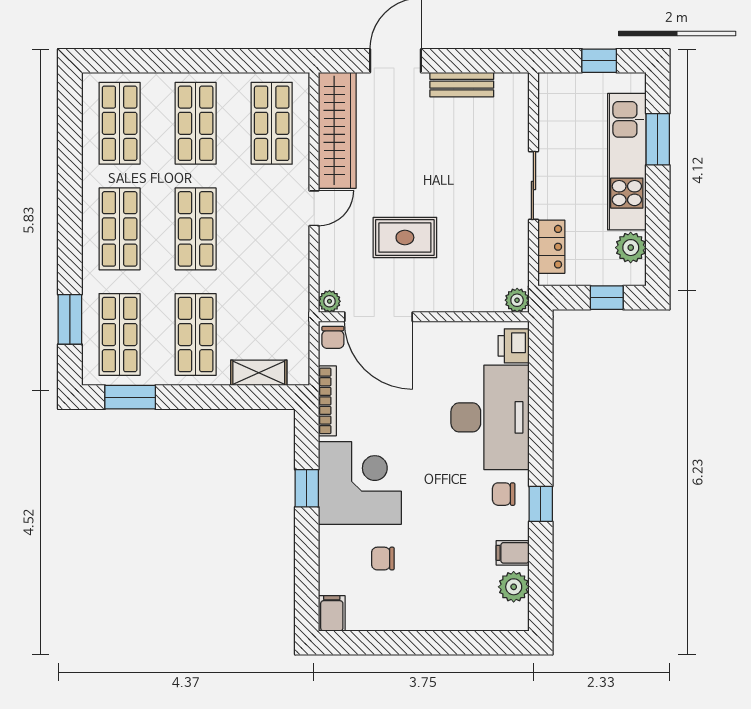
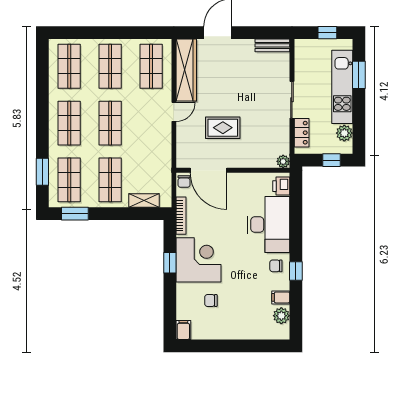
bench: (462, 85) -> (272, 45), moved
plant: (329, 301) -> (182, 162), removed

